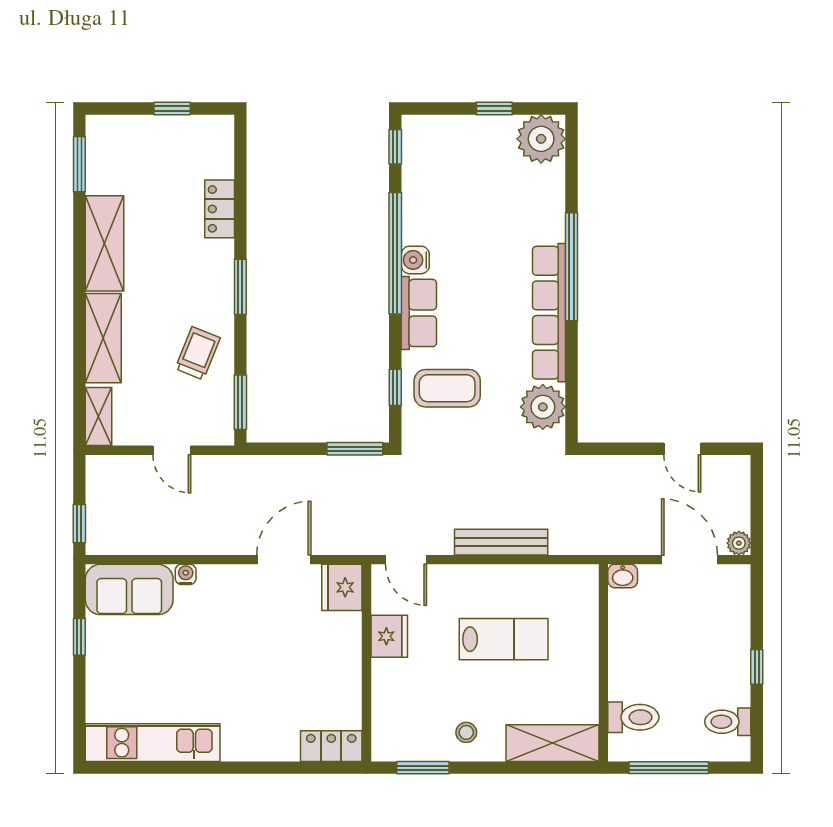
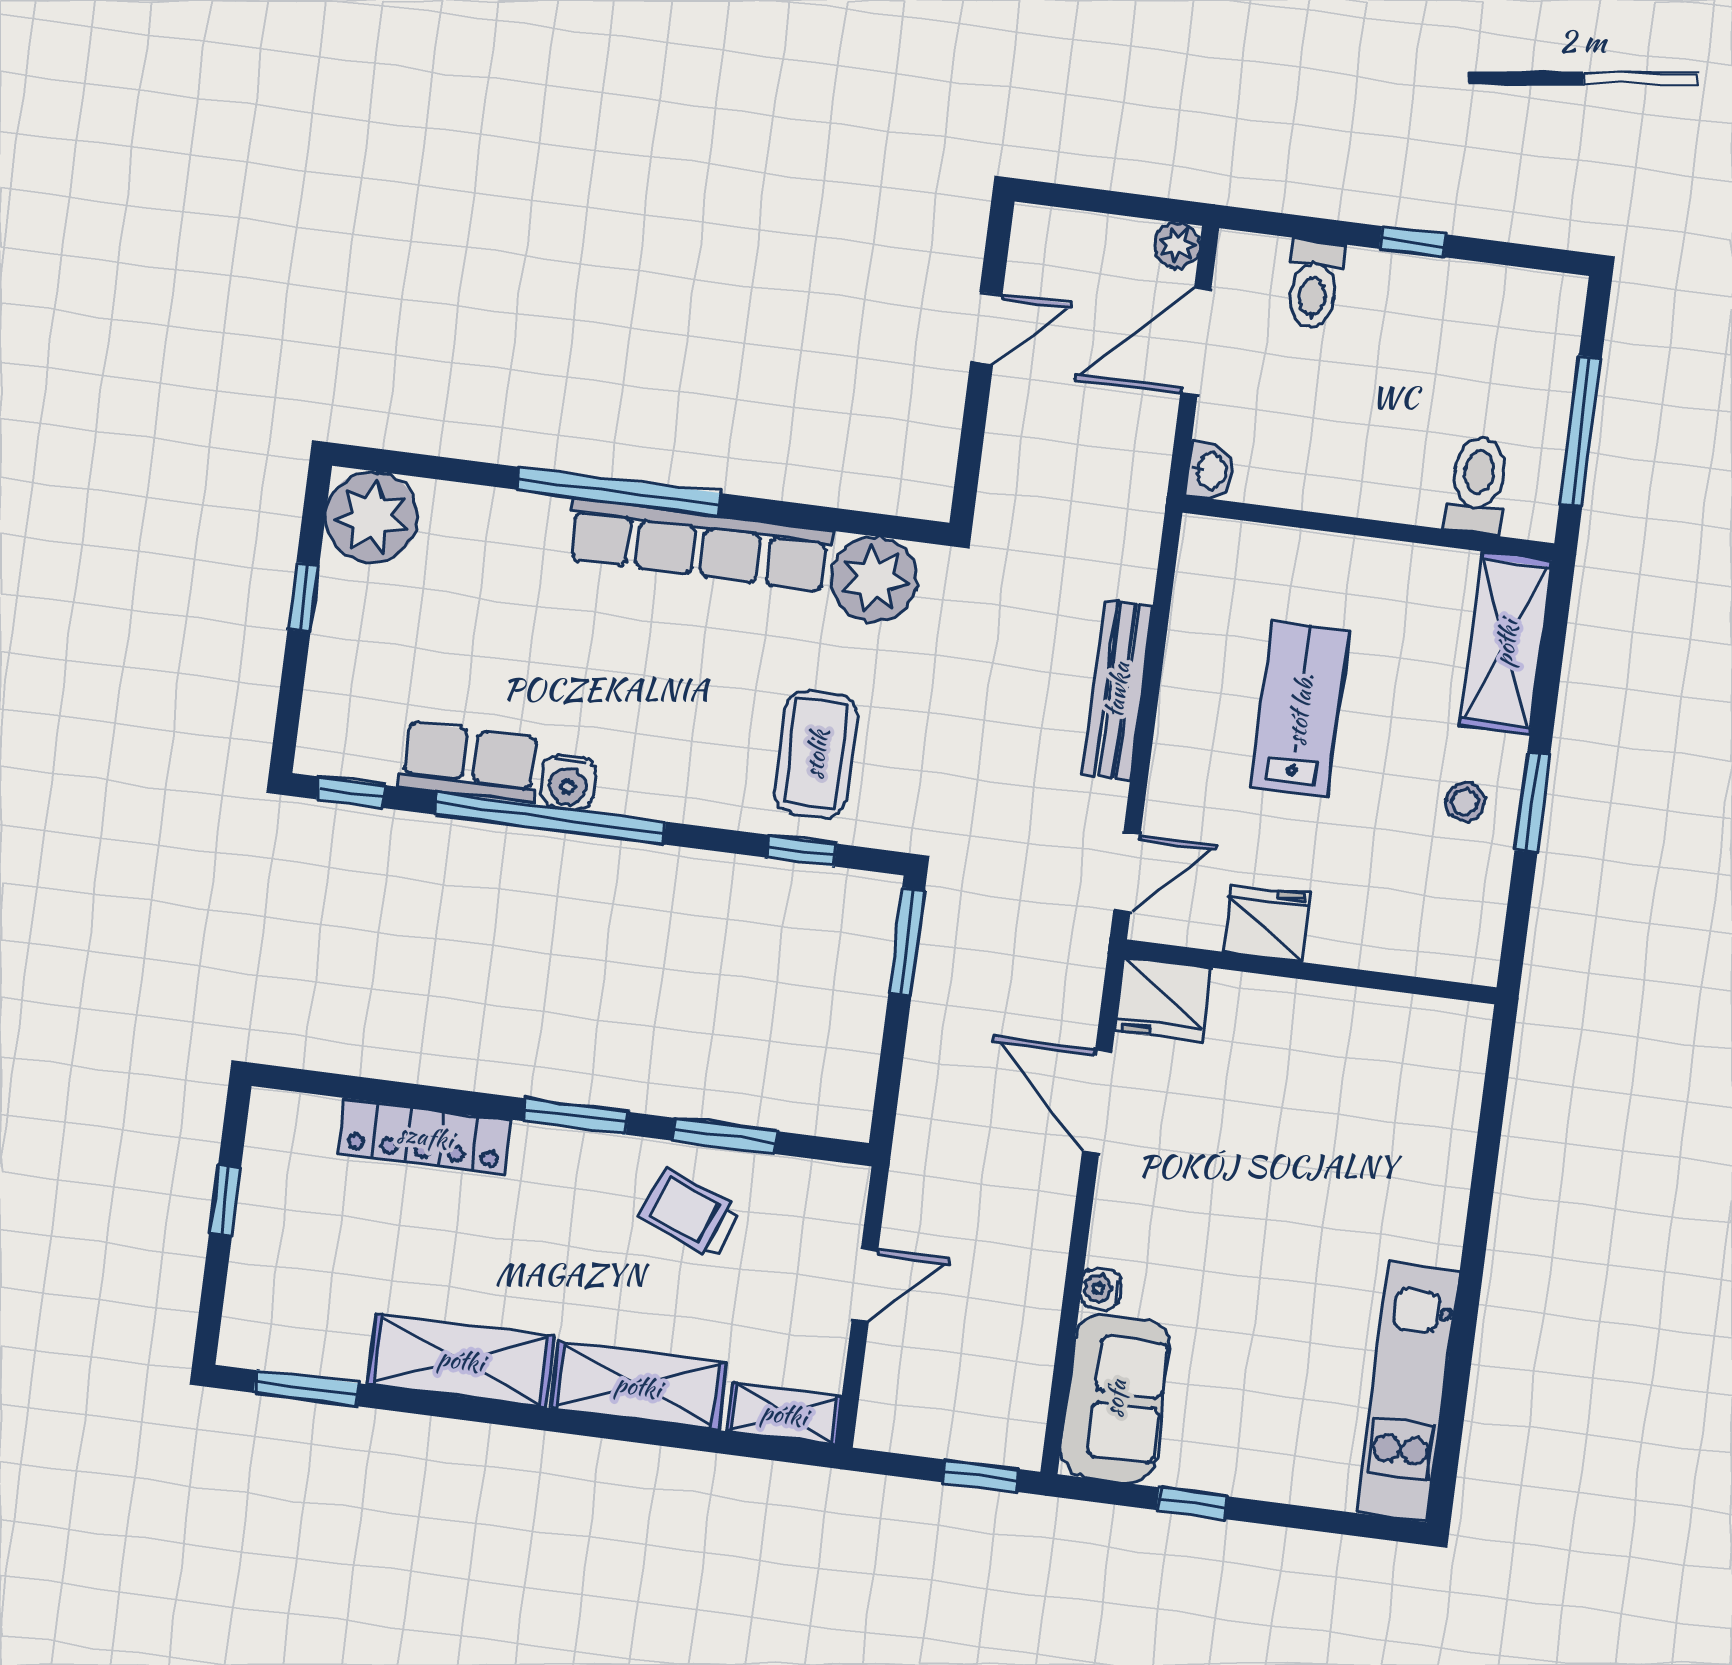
locker: (220, 209) -> (425, 1136), width x1.53
row of seats: (419, 313) -> (470, 763), moved
window: (240, 402) -> (724, 1136), moved
toilet: (728, 722) -> (1314, 284), moved
locker: (331, 746) -> (1458, 1058), removed
window: (423, 768) -> (1532, 802), moved

